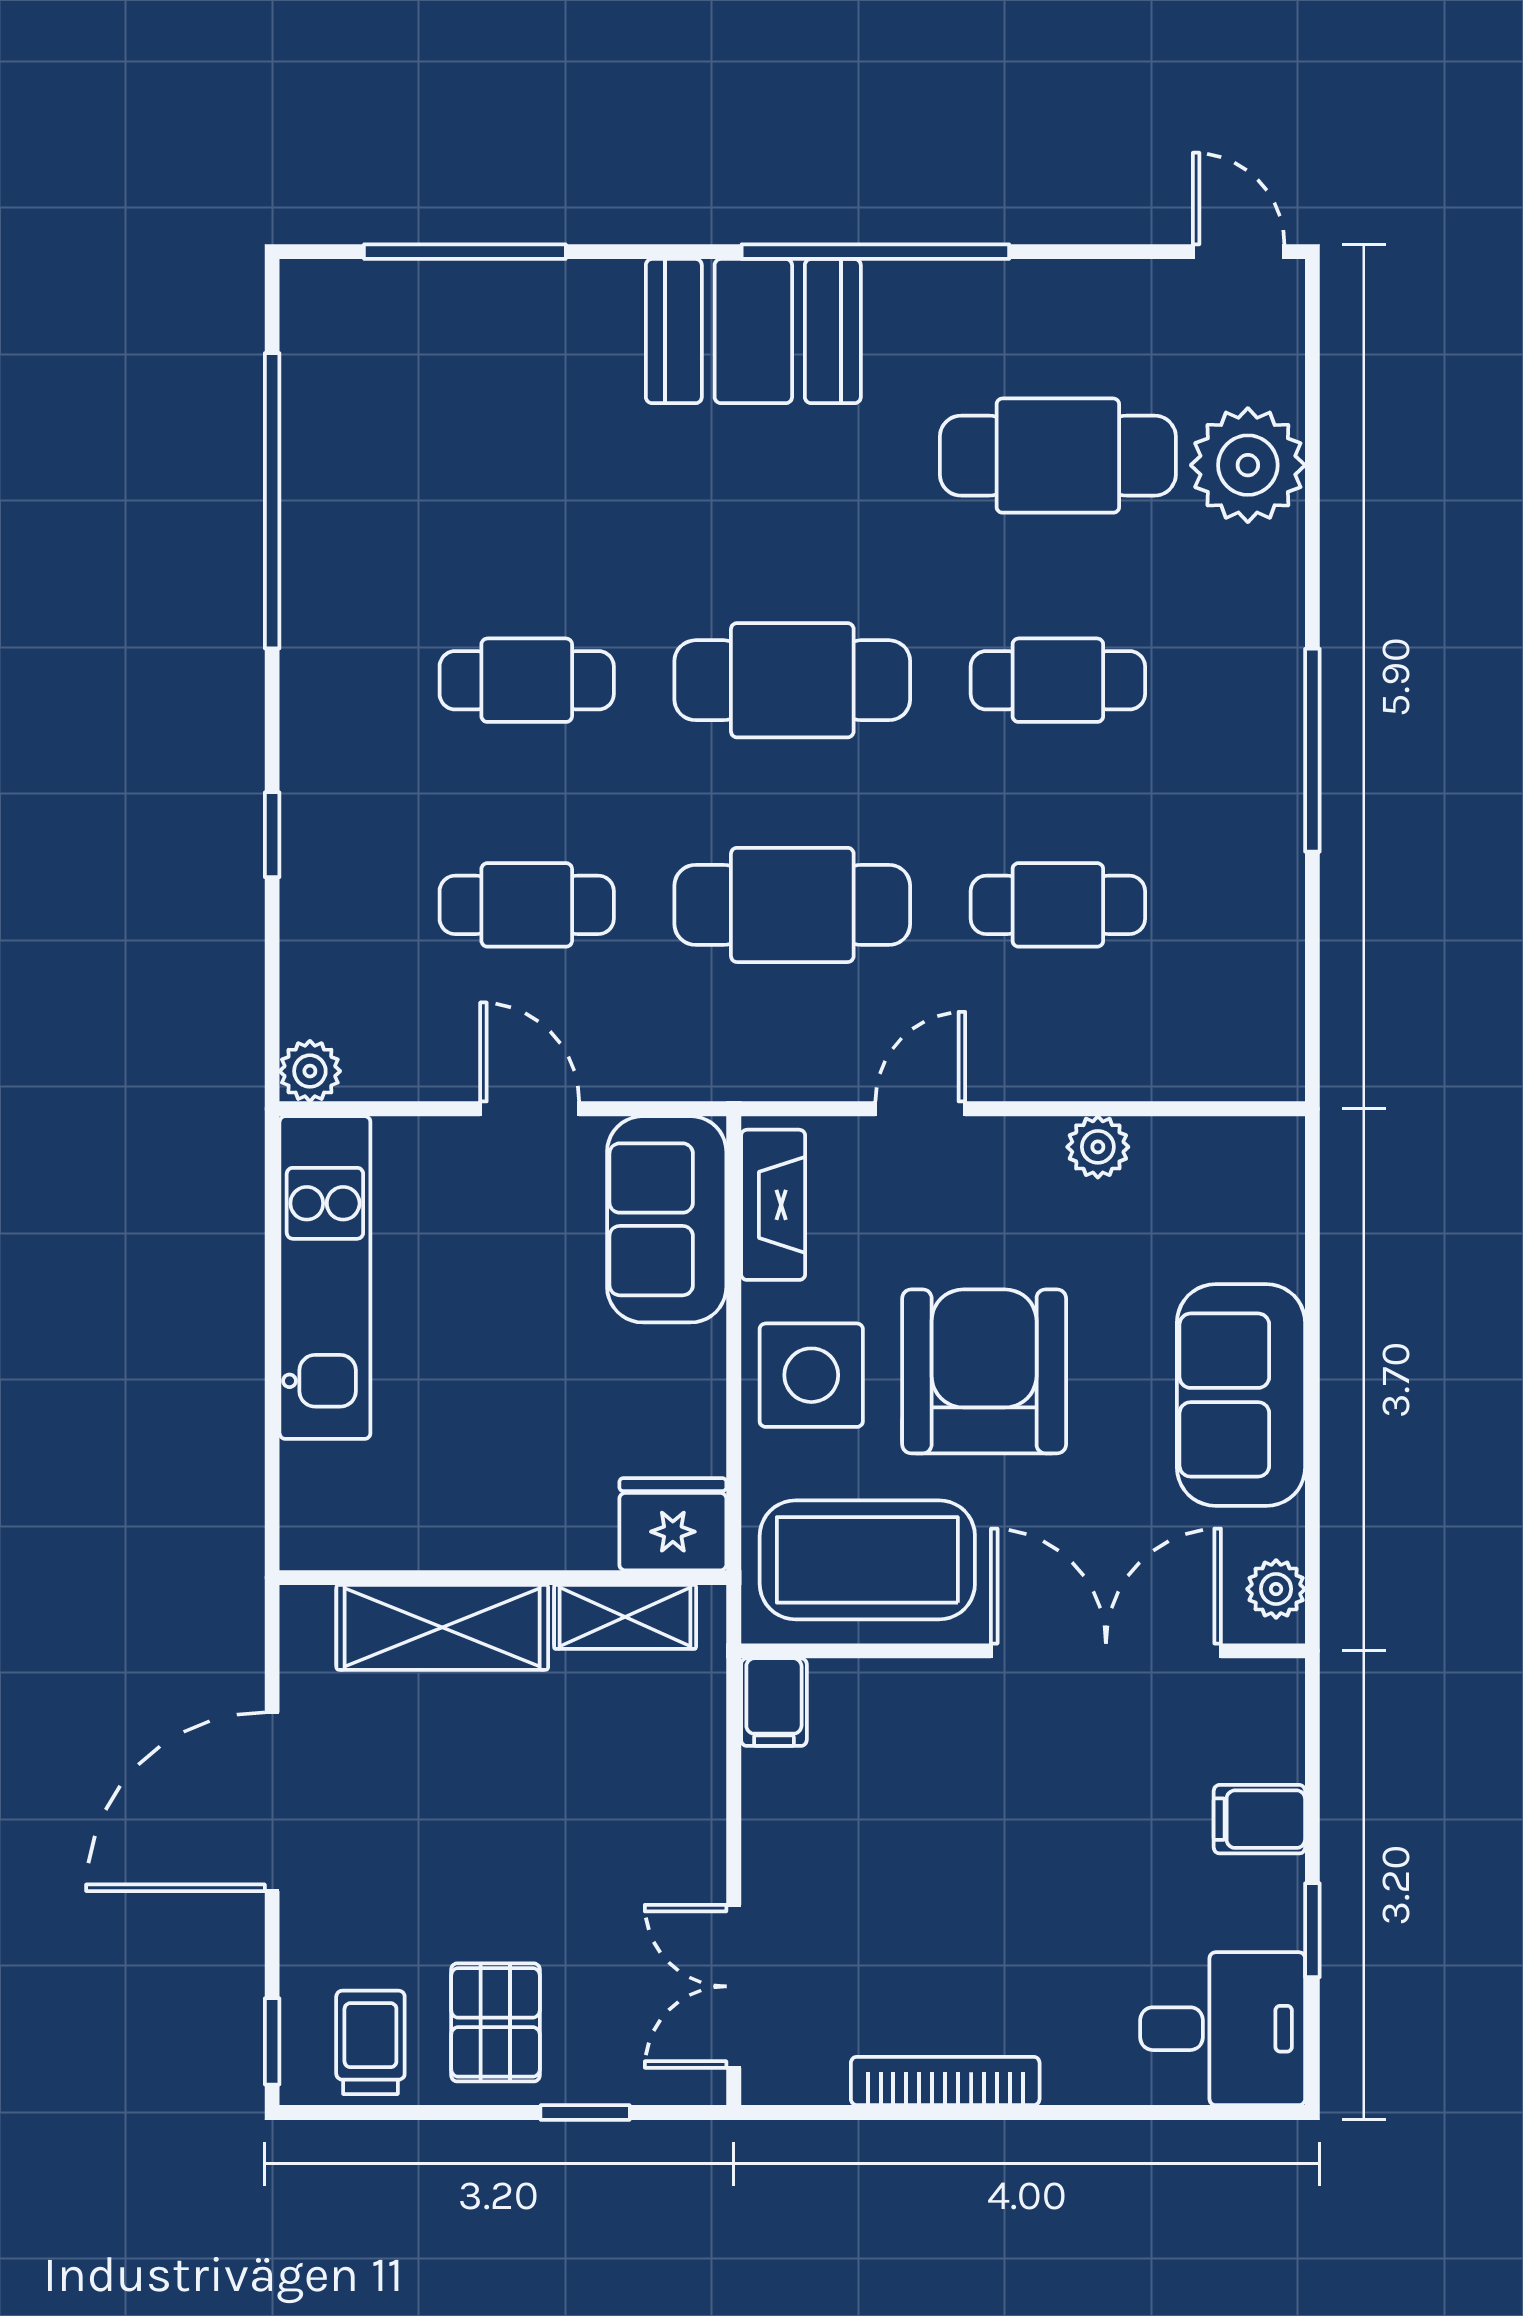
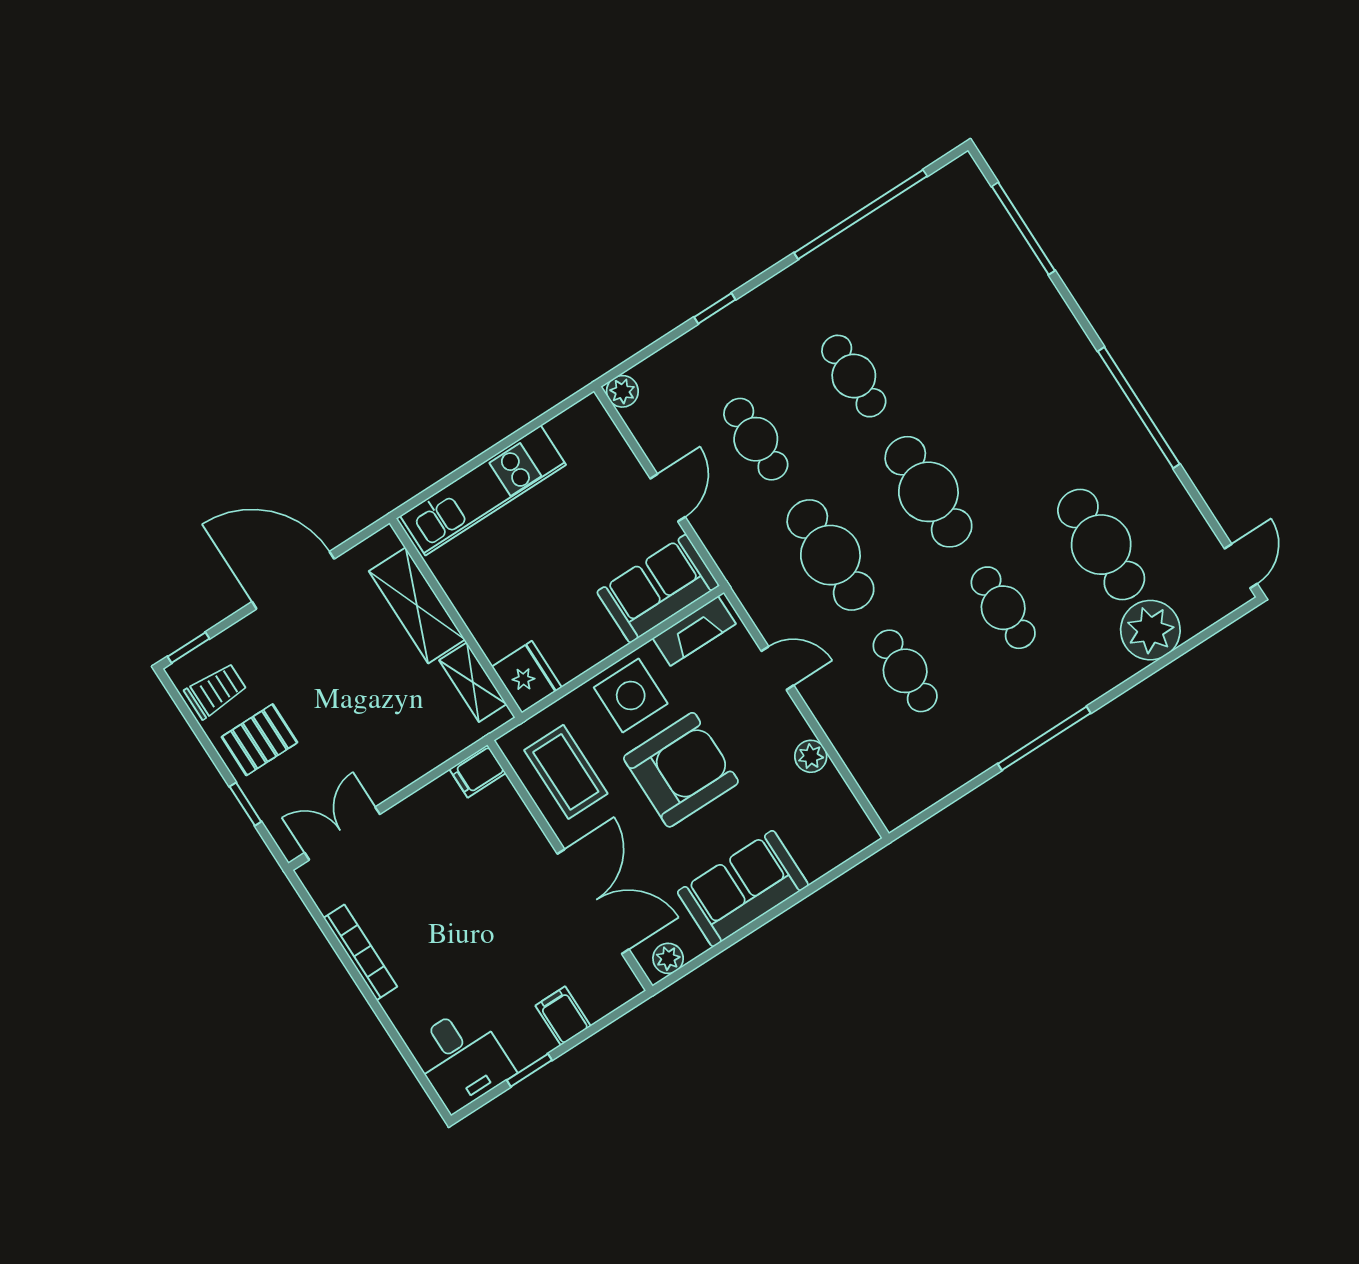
booth: (753, 331) -> (1070, 377), removed
kitchen unit: (325, 1278) -> (483, 490), moved
coffee table: (867, 1560) -> (566, 772), width x0.73, depth x0.76

